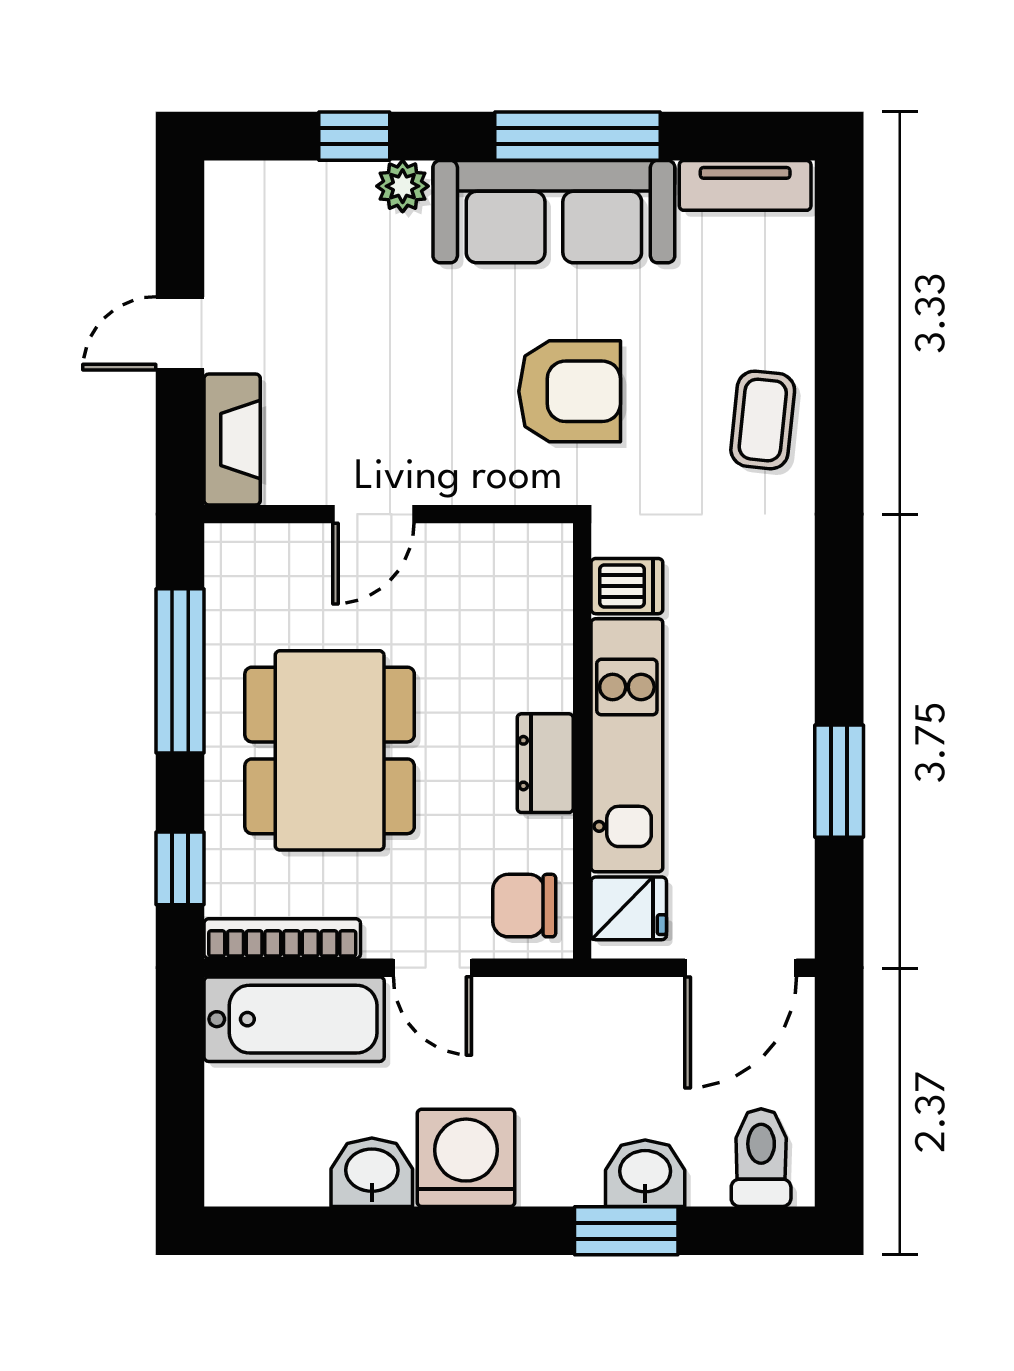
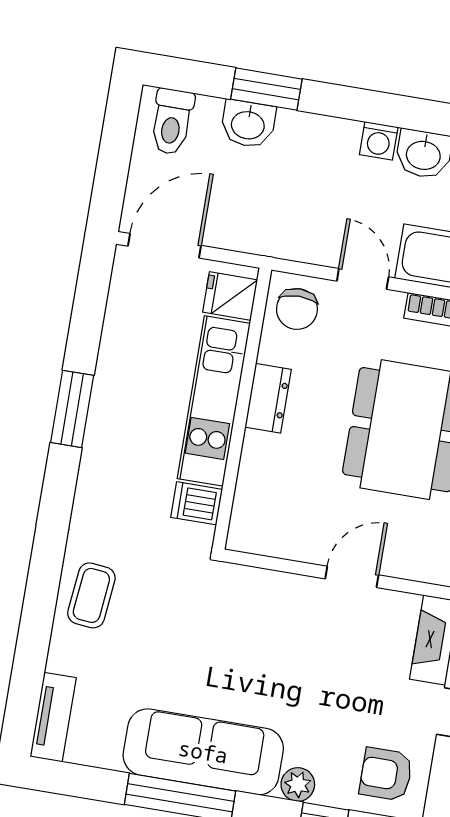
tv unit: (745, 185) -> (53, 717), moved, turned 90
armchair: (570, 391) -> (386, 774), moved, width x0.72, depth x0.72
window: (839, 781) -> (72, 409), moved
chair: (524, 906) -> (297, 309), turned 90
washing machine: (466, 1158) -> (379, 141), width x0.53, depth x0.53

